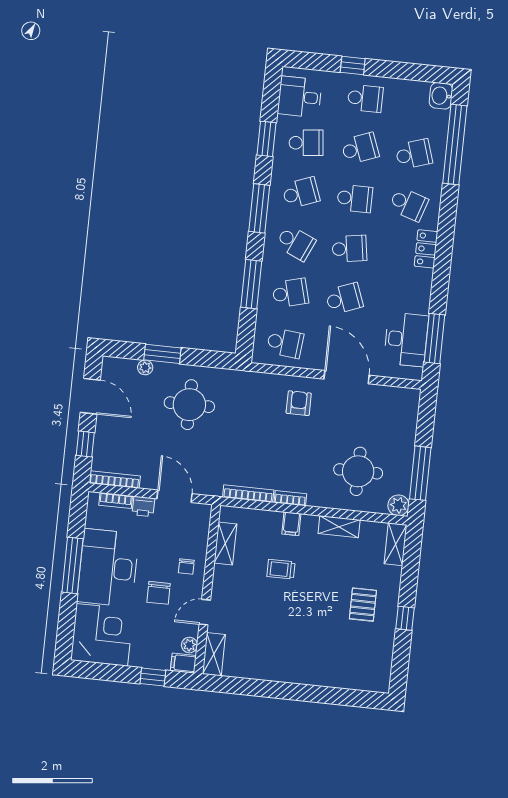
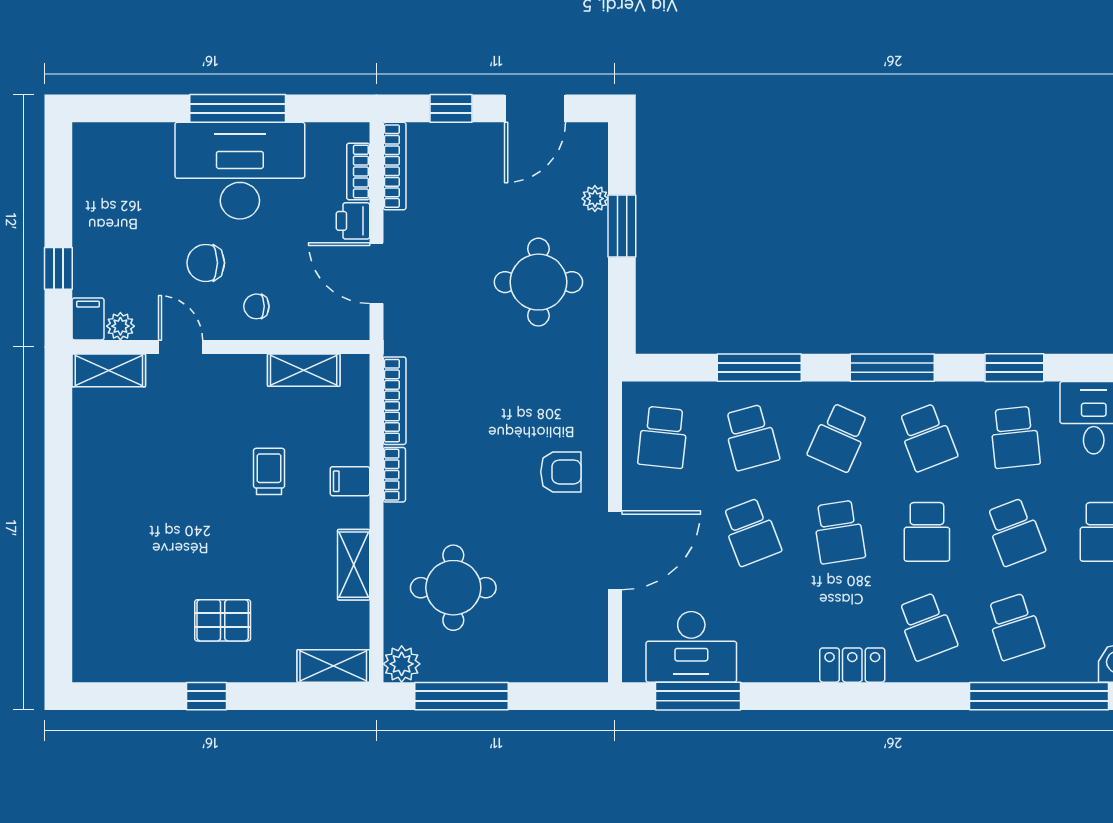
school desk: (409, 204) -> (927, 627), turned -39
door: (175, 496) -> (376, 273), swing flipped
corner desk: (102, 635) -> (122, 172), removed

